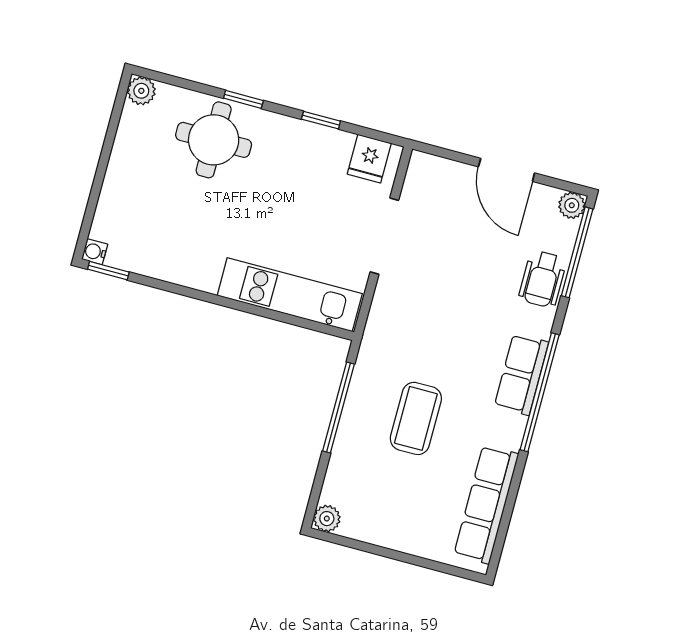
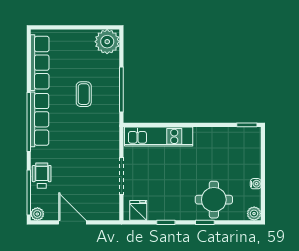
water cooler: (95, 252) -> (256, 184), moved
row of seats: (521, 374) -> (40, 119), width x1.48
coffee table: (416, 418) -> (84, 94), width x0.73, depth x0.77
plant: (327, 519) -> (107, 42), width x1.87, depth x1.87

